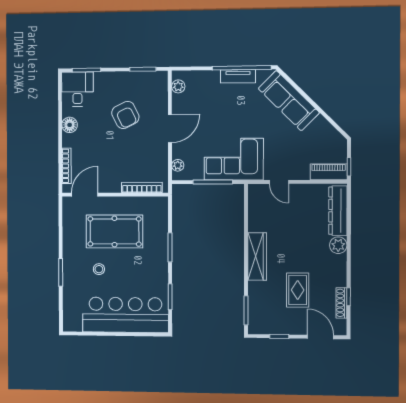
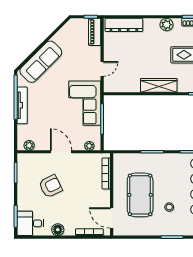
tv unit: (238, 76) -> (22, 105), width x1.41
plant: (338, 245) -> (167, 25), moved

